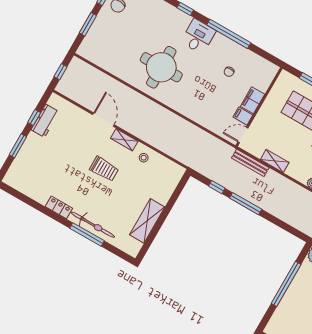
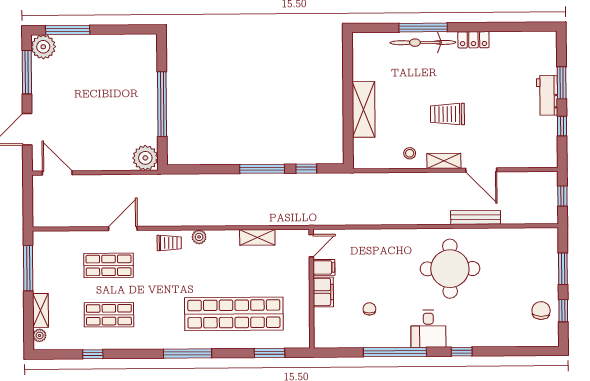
workbench: (45, 121) -> (547, 95), moved
bench: (250, 163) -> (476, 217), moved
shelving: (147, 221) -> (364, 109), moved

